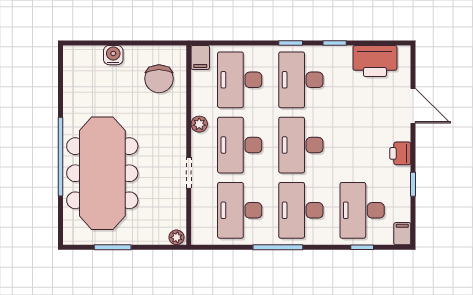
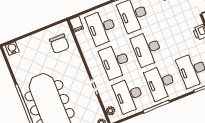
water cooler: (113, 55) -> (12, 48), moved
plant: (199, 124) -> (110, 111), moved

